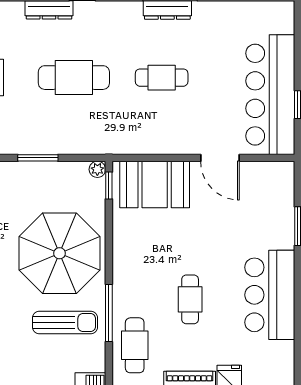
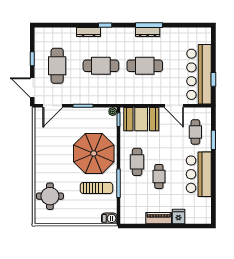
cafe table: (162, 78) -> (145, 66), width x1.37, depth x1.35
cafe table: (263, 210) -> (195, 132), added
cafe table: (135, 345) -> (137, 162), moved

